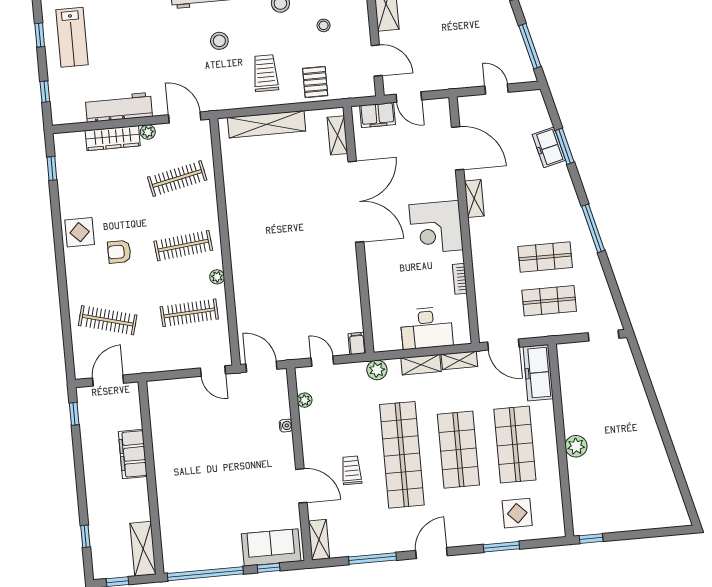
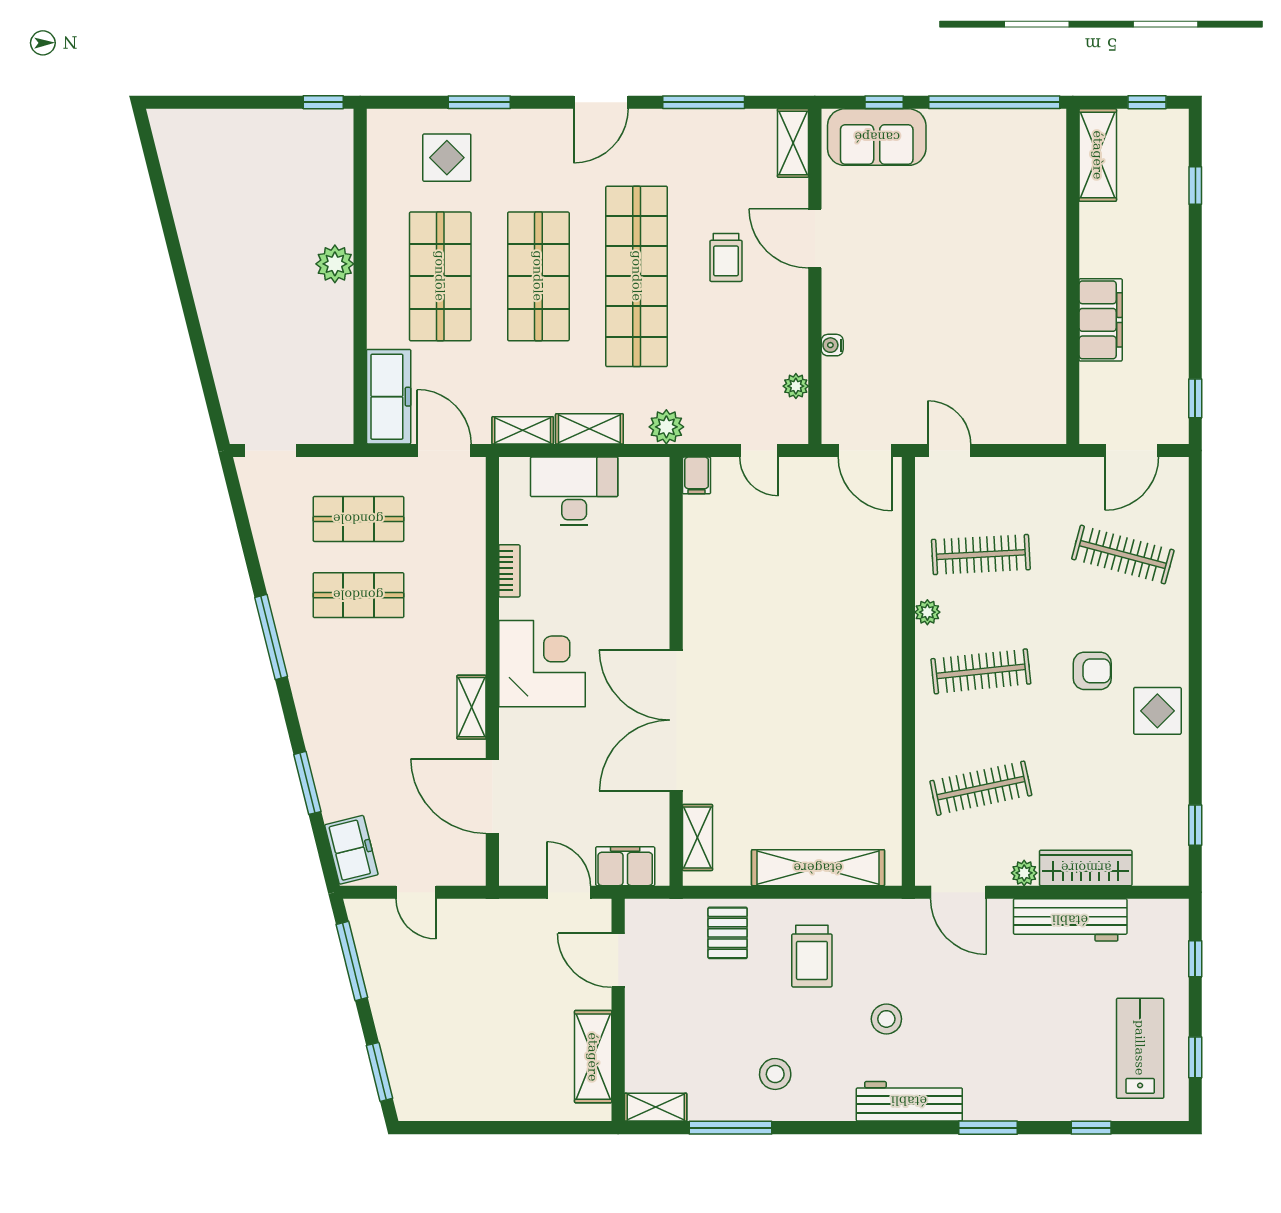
stool: (324, 25) -> (704, 1029), removed
freezer: (549, 147) -> (351, 850), moved

